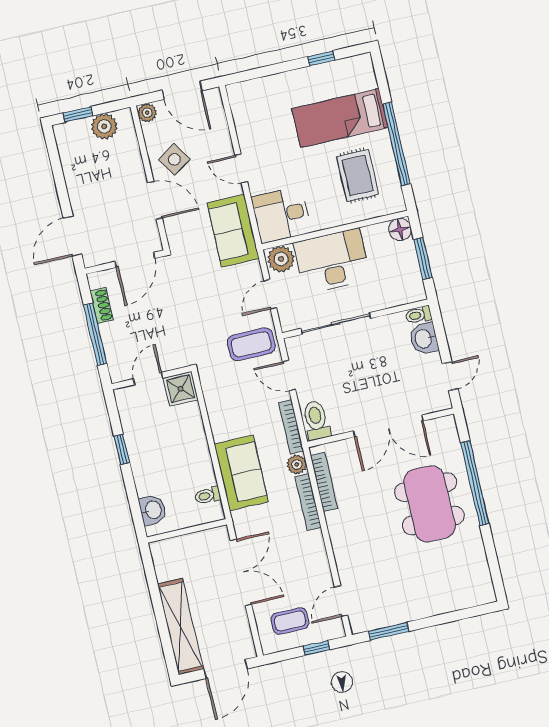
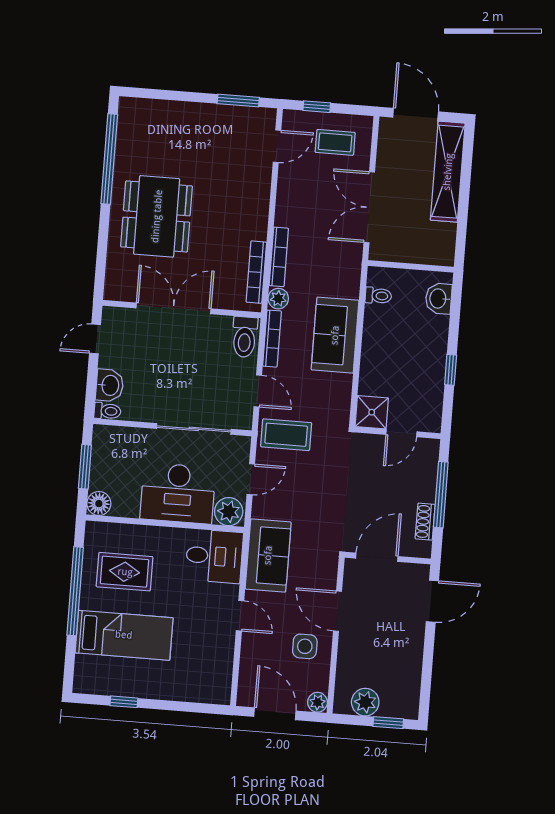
side table: (174, 159) -> (305, 646), turned 33
rug: (358, 175) -> (125, 572), turned 90
sofa: (241, 473) -> (335, 335), moved
window: (475, 483) -> (109, 159), moved
door: (226, 669) -> (416, 114), hinge flipped

